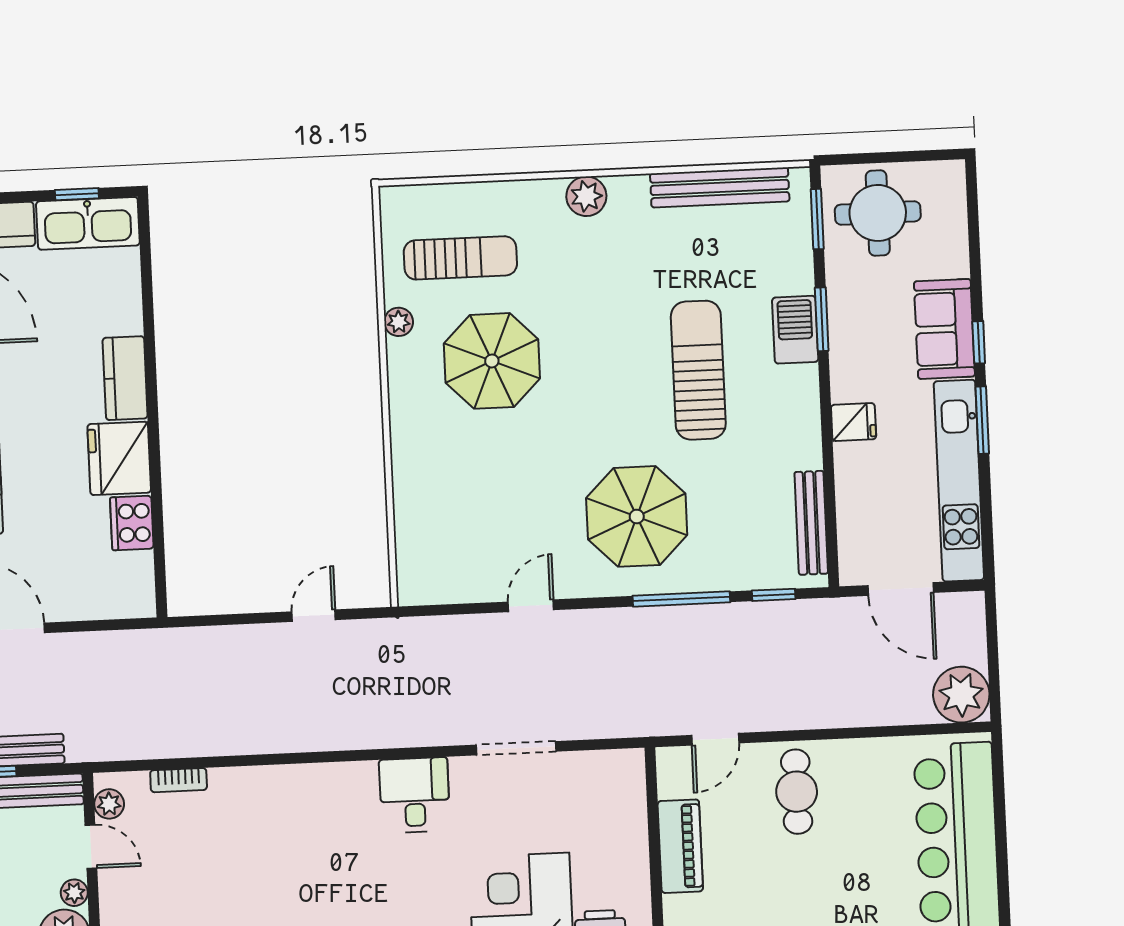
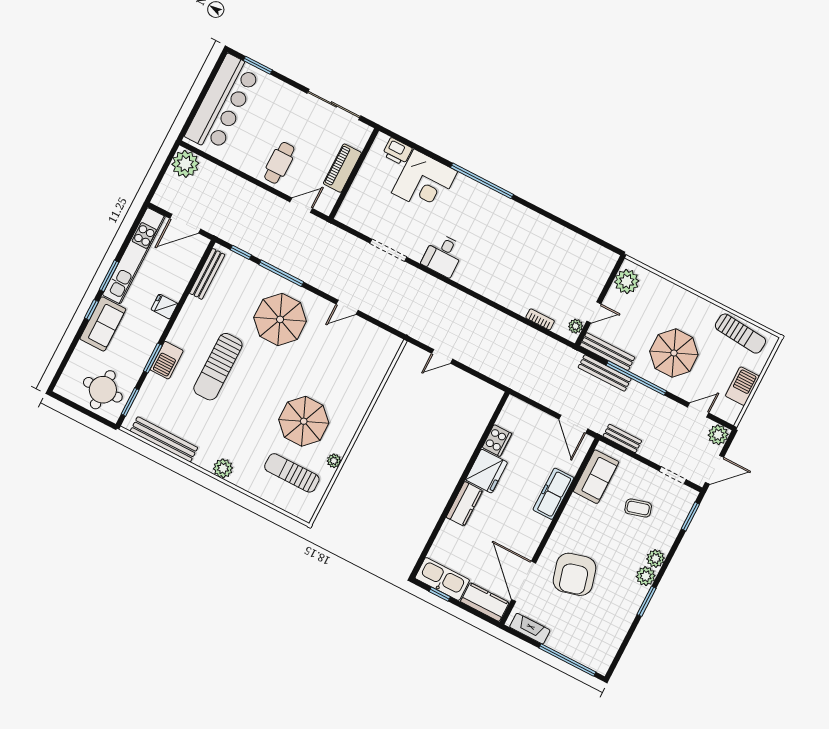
door: (901, 589) -> (185, 224), swing flipped
door: (91, 847) -> (594, 312), swing flipped
plant: (74, 893) -> (612, 297), removed

